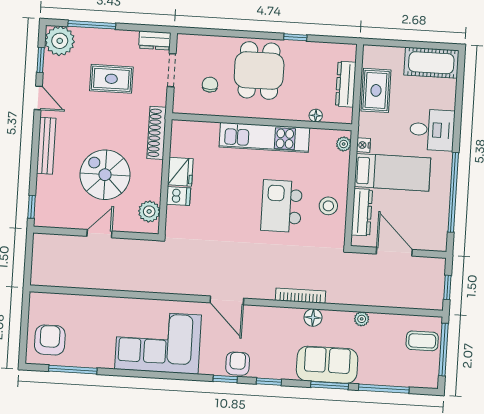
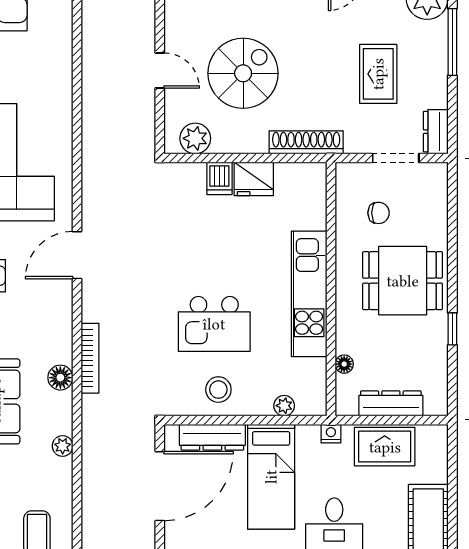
plant: (344, 144) -> (284, 406), moved
nightstand: (363, 145) -> (331, 434), moved
kitchen island: (282, 206) -> (214, 324), turned 180
door: (394, 252) -> (160, 486), width x1.36

